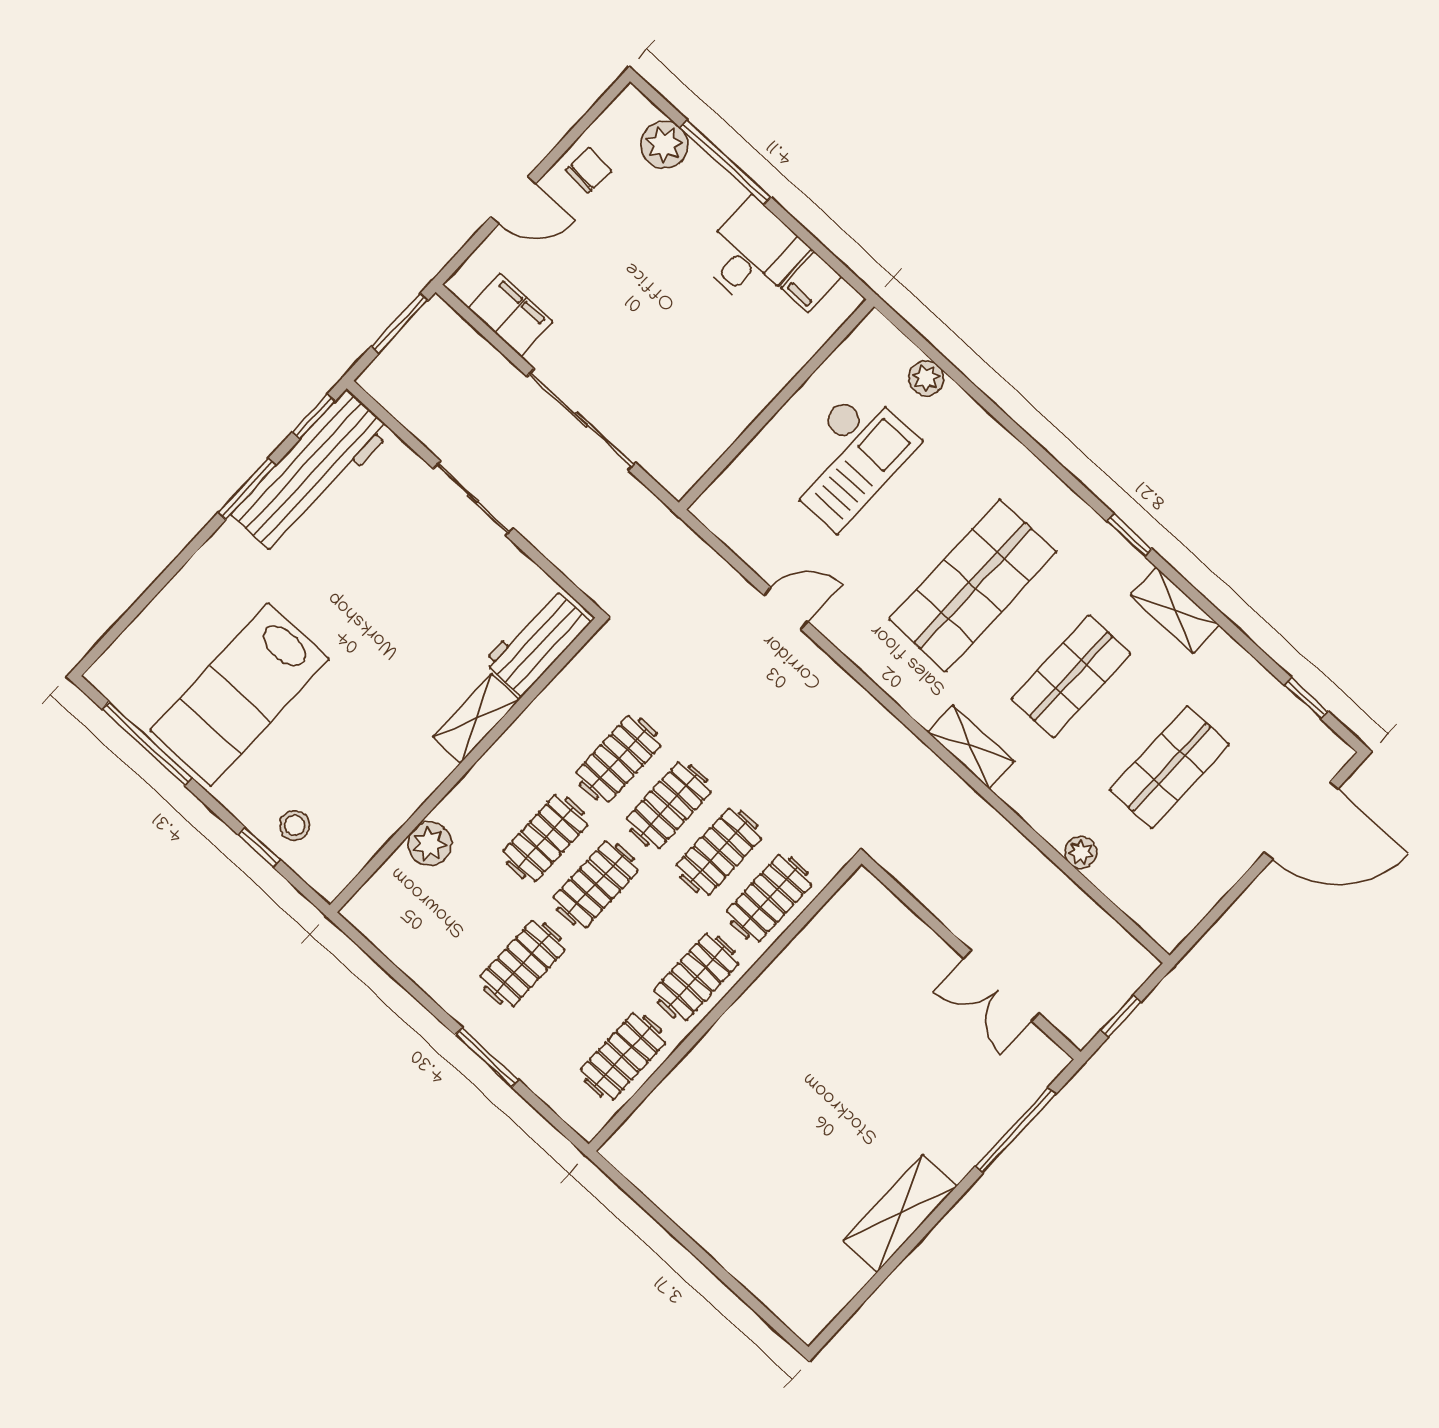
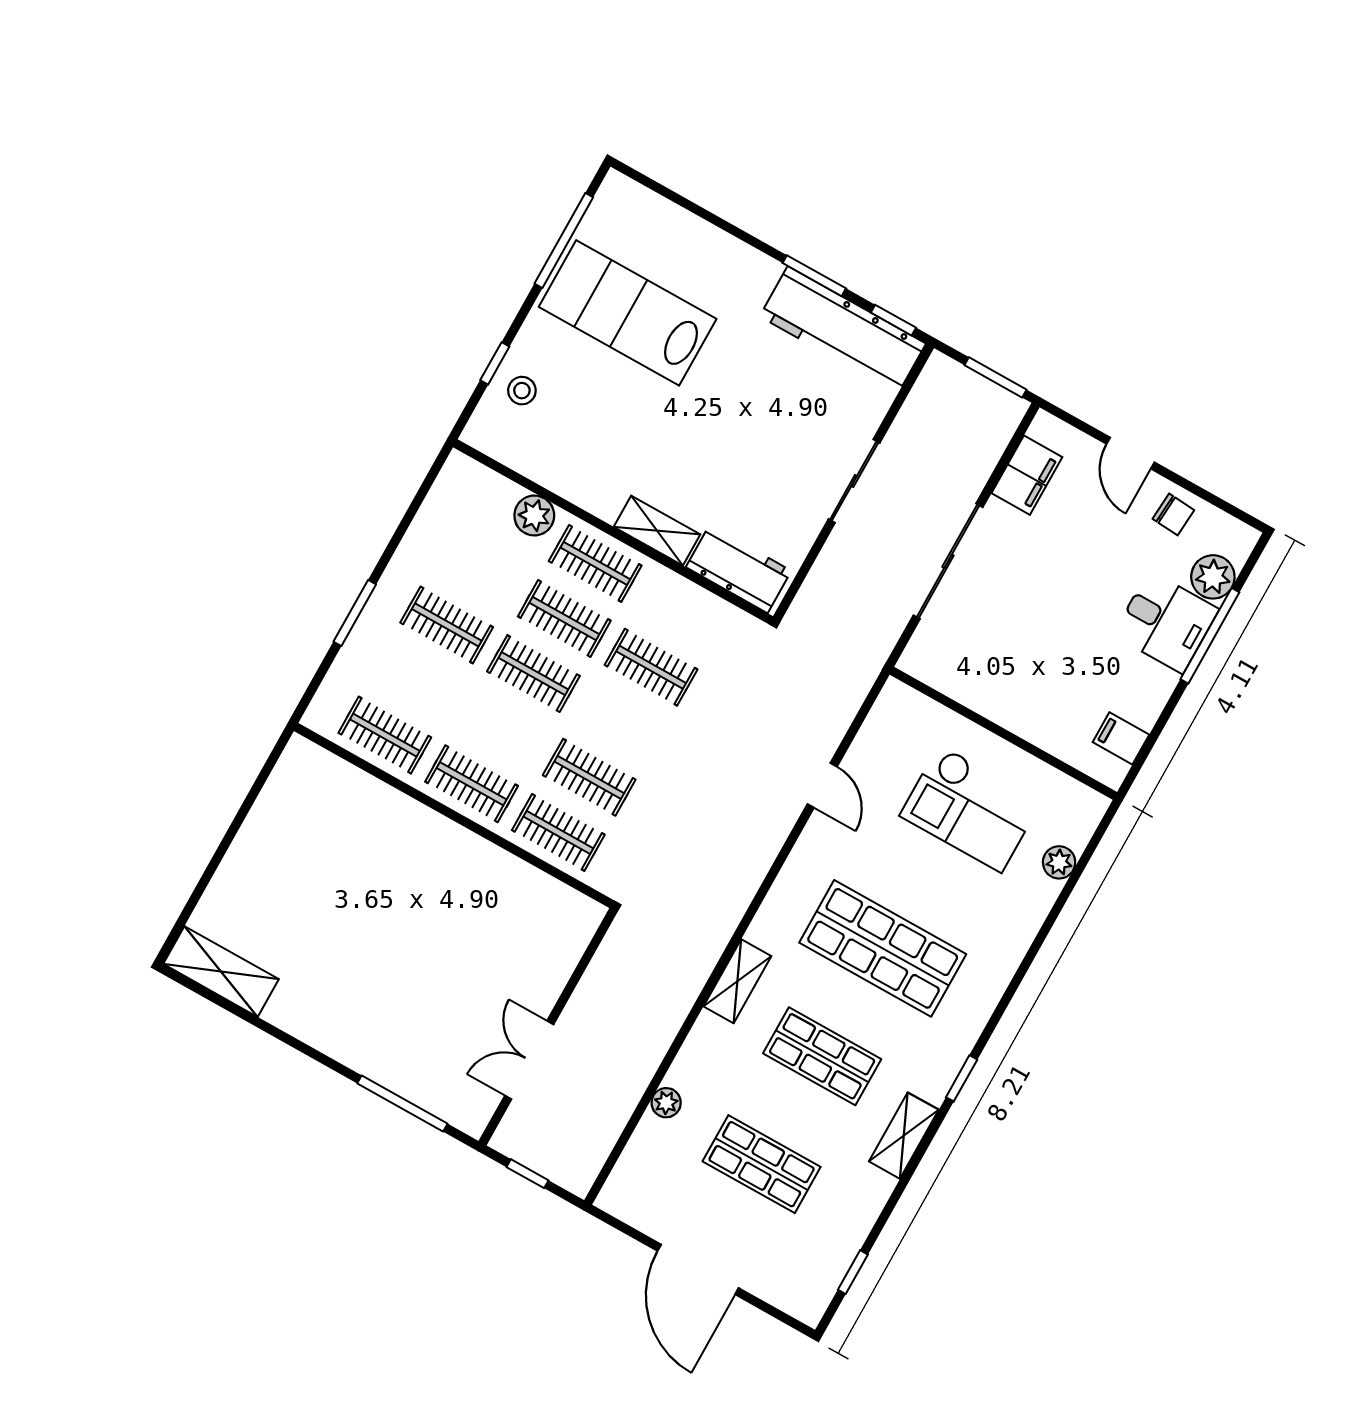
desk: (752, 254) -> (1166, 622), moved
clothes rail: (669, 805) -> (595, 563), moved
door: (1301, 821) -> (698, 1270), moved
shelving: (900, 1213) -> (221, 972), moved

